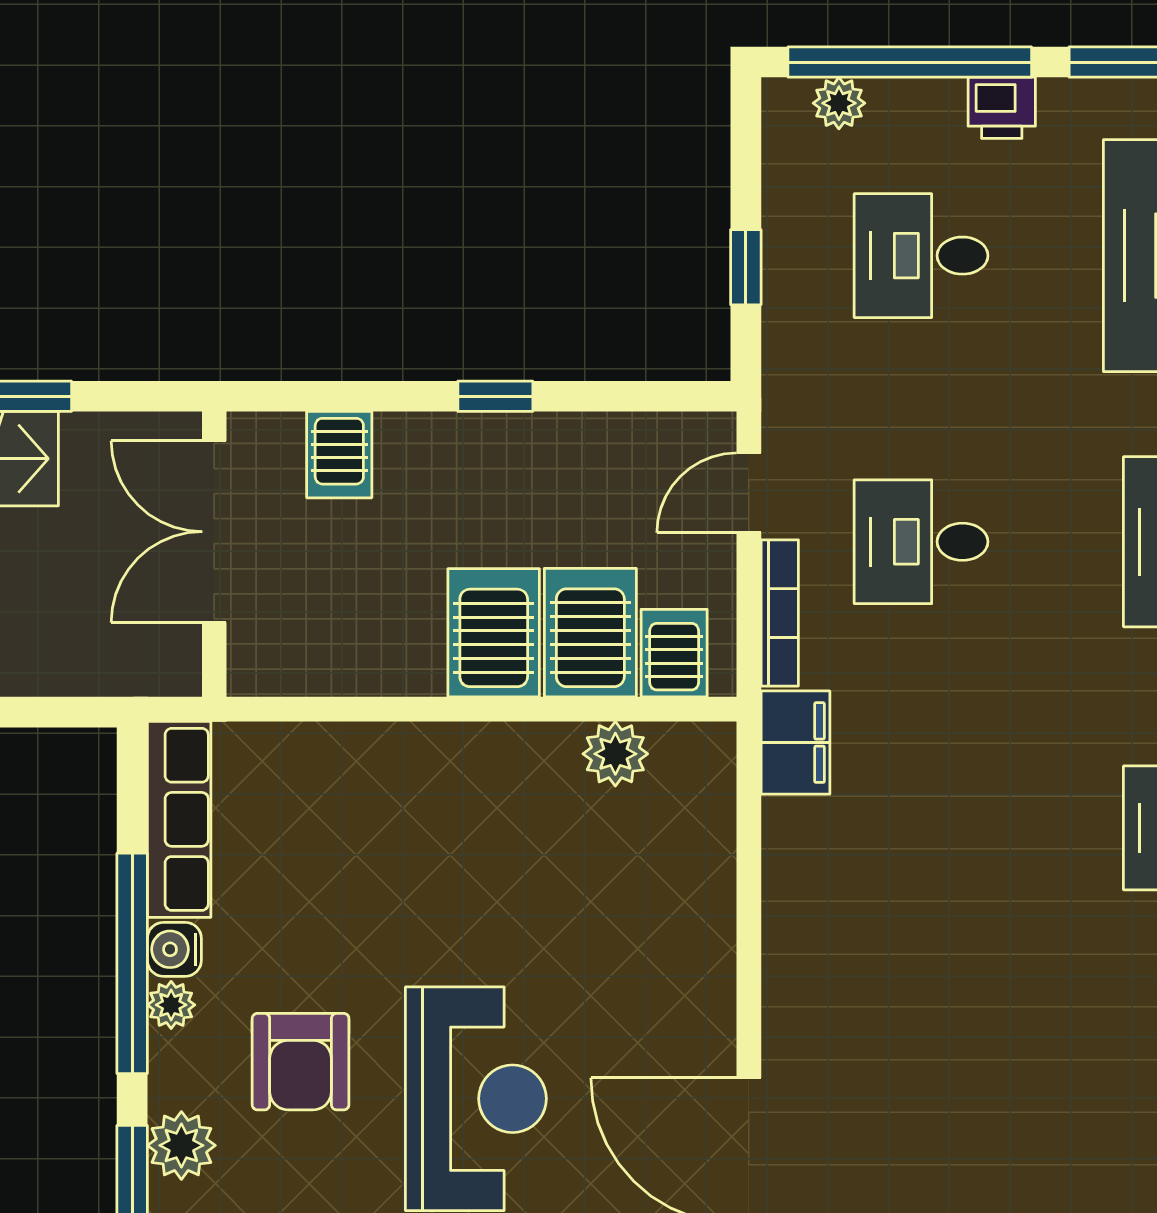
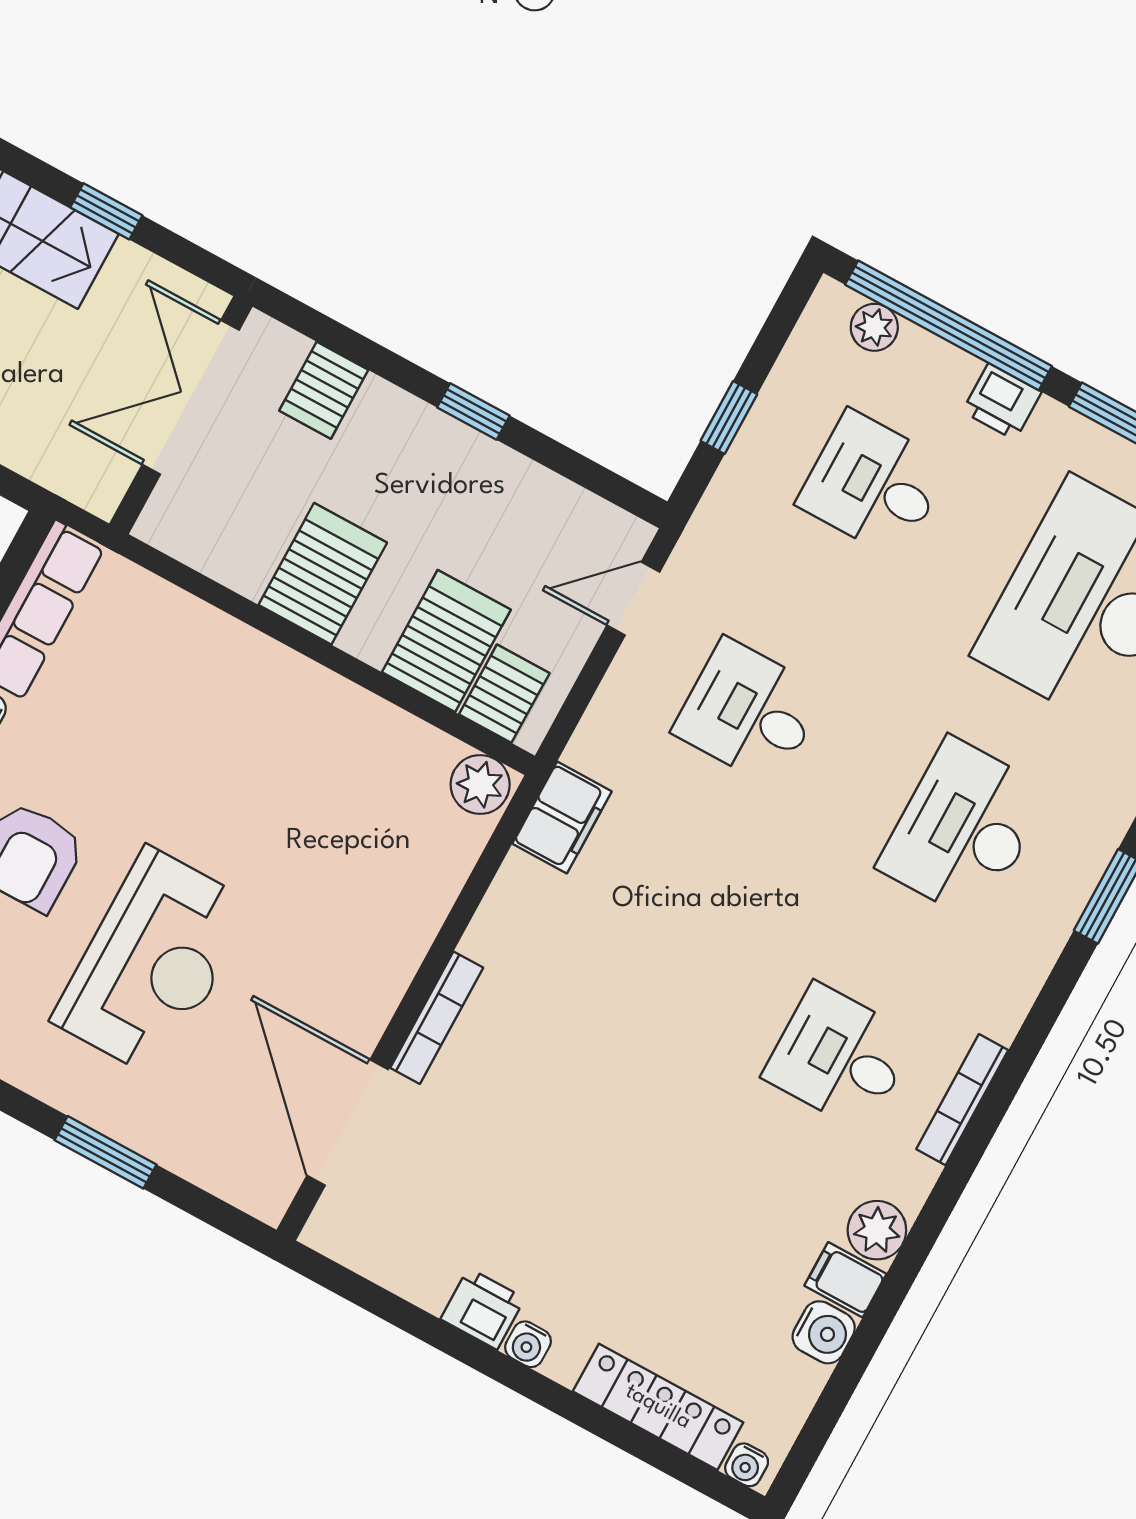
bookcase: (780, 613) -> (437, 1018), moved
server rack: (494, 633) -> (323, 574), moved
plant: (615, 754) -> (480, 784), moved

